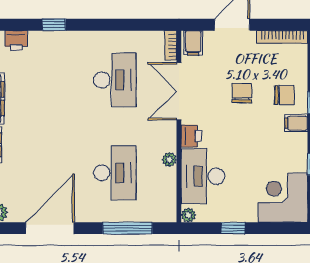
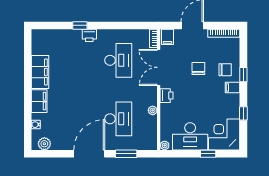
printer: (16, 41) -> (89, 35), moved
desk: (203, 176) -> (190, 136), moved, turned -90
door: (50, 228) -> (89, 154), moved
window: (127, 228) -> (126, 154), width x0.69
window: (233, 228) -> (208, 154), moved

